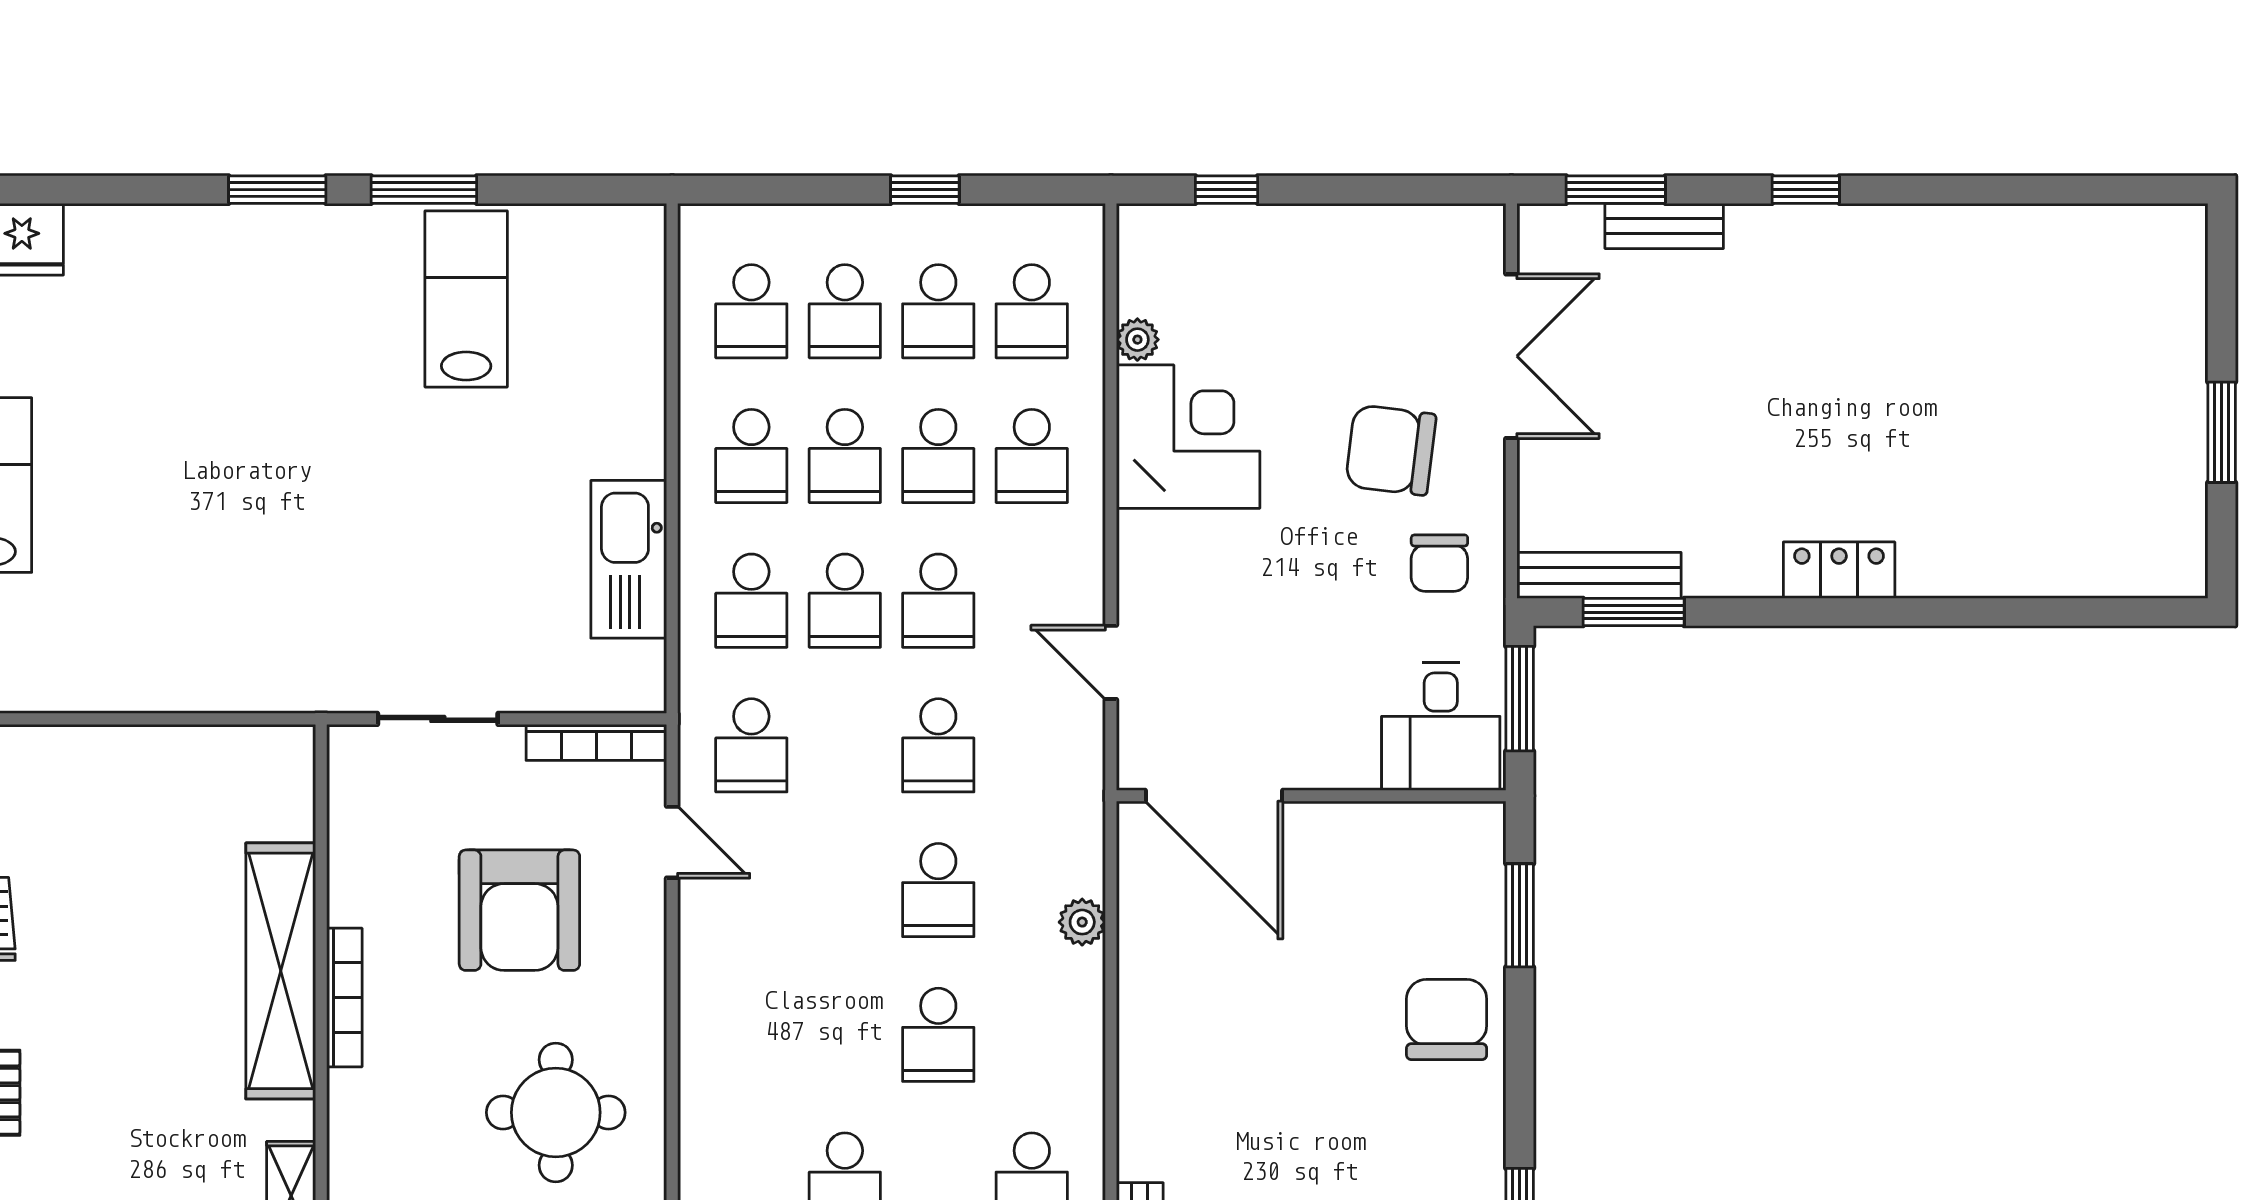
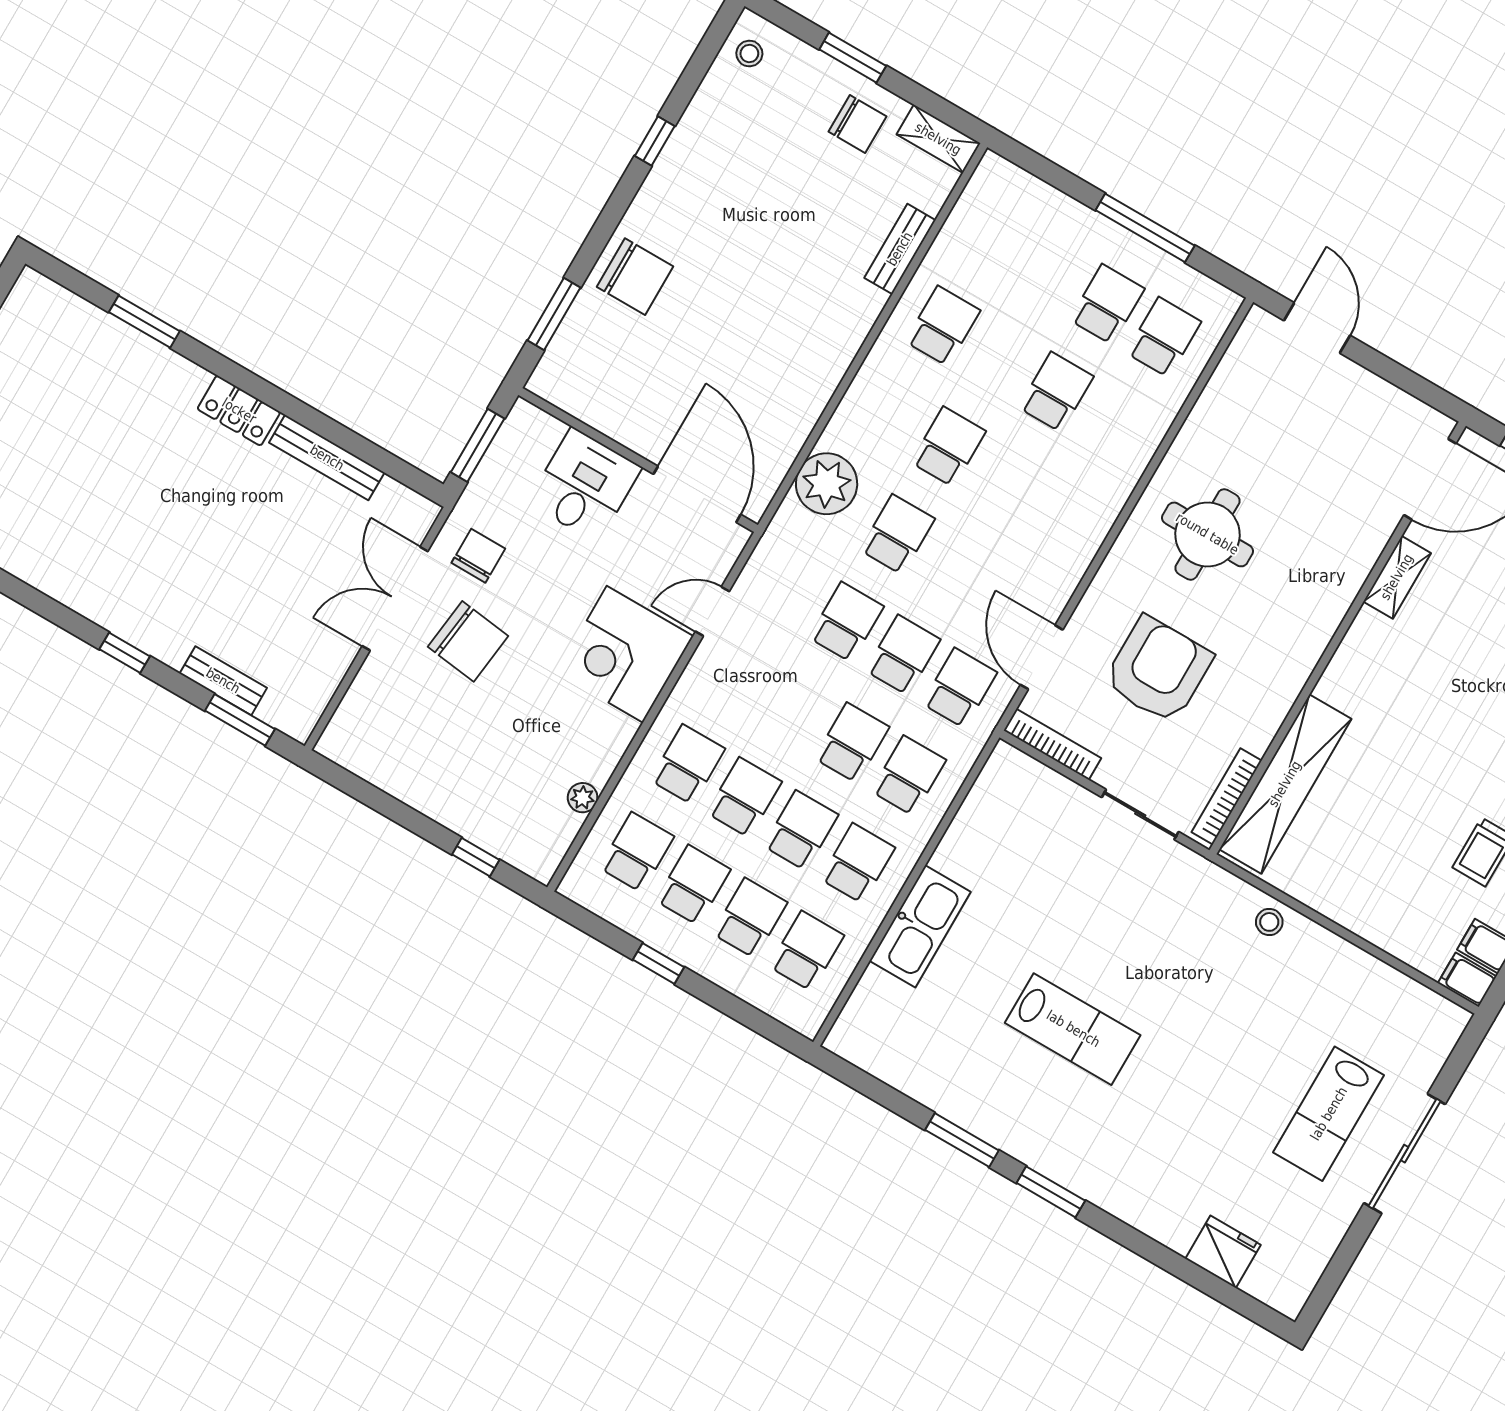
lab bench: (466, 299) -> (1073, 1029), moved, turned -90
double door: (1511, 356) -> (395, 599), moved
corner desk: (1188, 437) -> (625, 654), moved
kitchen sink: (629, 559) -> (920, 926), moved
bench: (1599, 575) -> (327, 458), moved
school desk: (938, 601) -> (903, 655), moved
window: (1634, 612) -> (144, 322), moved
door: (1111, 662) -> (712, 611), swing flipped
stool: (202, 679) -> (1269, 922), added
desk: (1441, 727) -> (585, 485), moved
door: (672, 842) -> (1042, 657), width x1.38
plant: (1082, 922) -> (827, 484), width x1.88, depth x1.88
shelving: (281, 971) -> (1285, 784), moved
bookcase: (344, 997) -> (1227, 796), moved
chair: (1447, 1020) -> (635, 277), turned -90

